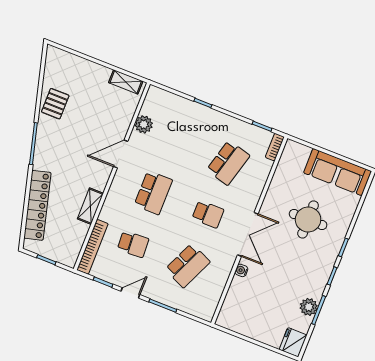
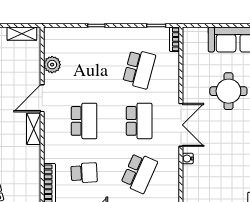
shelving: (90, 206) -> (34, 129), moved
school desk: (208, 214) -> (139, 121), width x1.85

